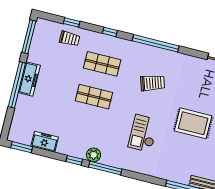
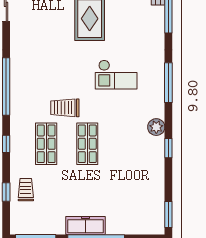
trolley: (152, 83) -> (65, 108), moved, turned -72
freezer: (45, 142) -> (155, 189), removed
window: (105, 168) -> (168, 83), moved

